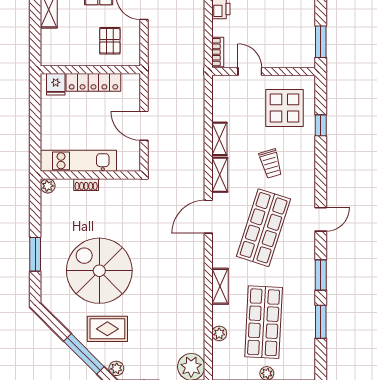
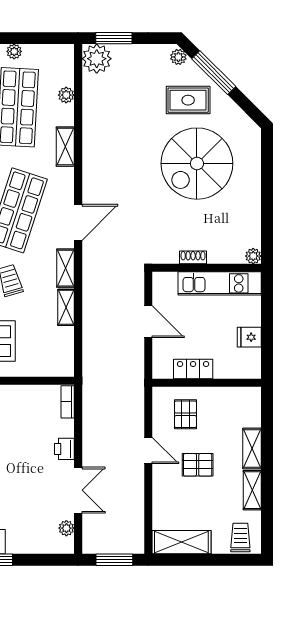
door: (250, 72) -> (33, 381), removed
locker: (93, 82) -> (193, 369), width x0.66
fridge: (56, 84) -> (249, 337), moved, turned -90
shoe rack: (86, 185) -> (193, 257), moved
window: (35, 254) -> (267, 181), removed
spiral stairs: (99, 271) -> (197, 164), turned 90

